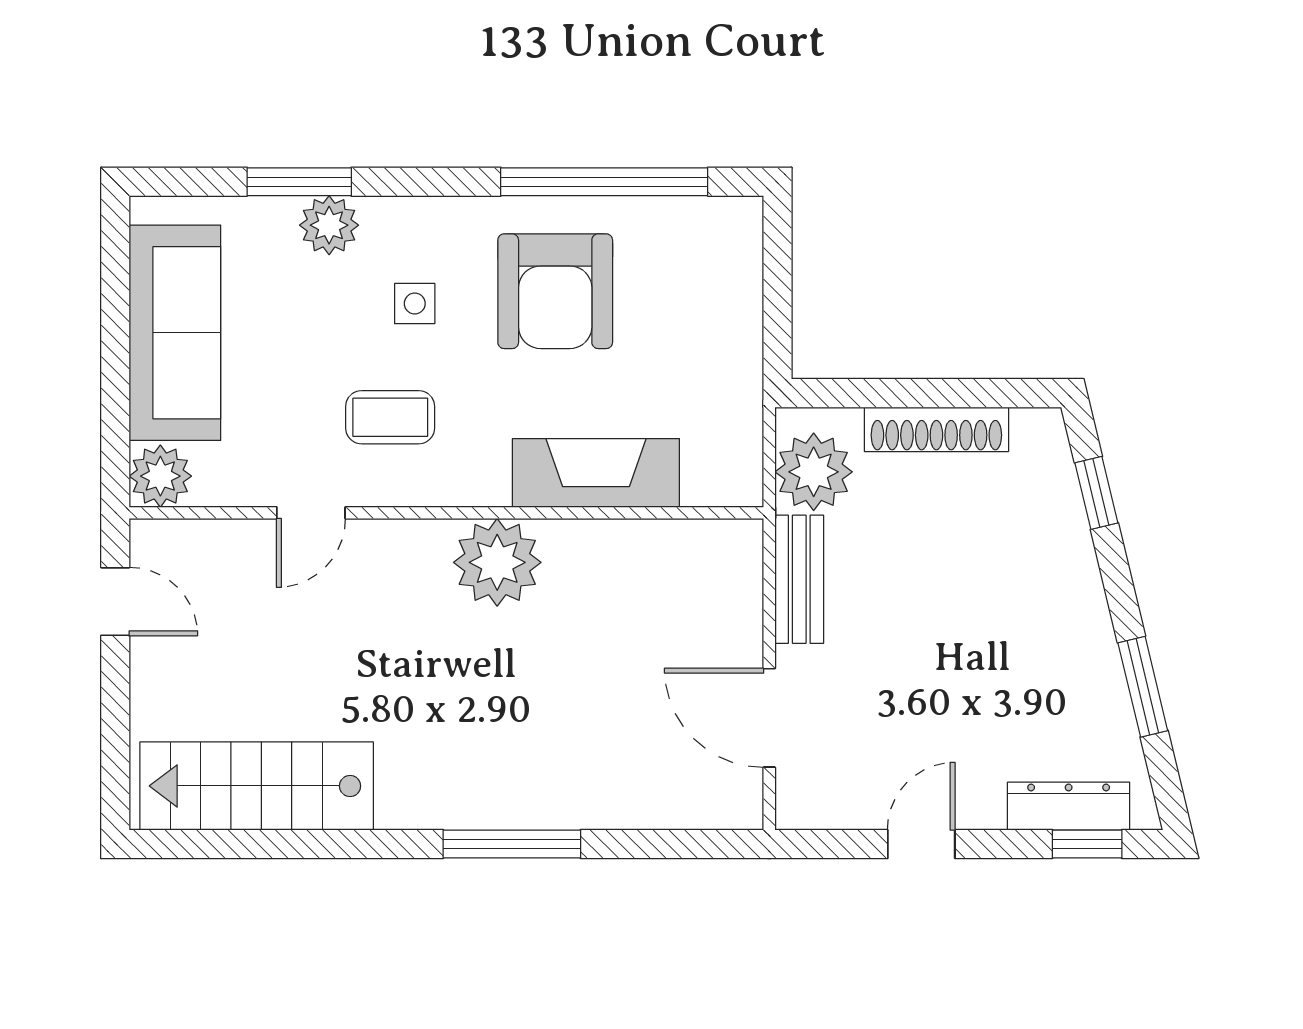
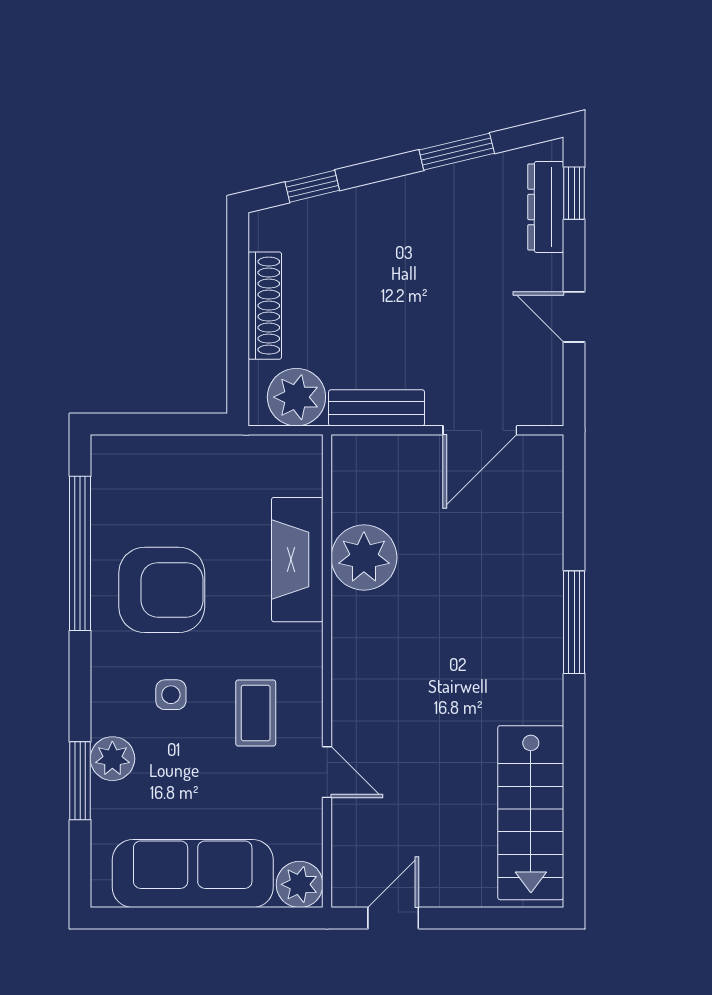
plant: (497, 562) -> (364, 558), moved

